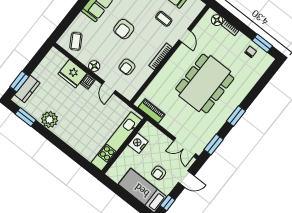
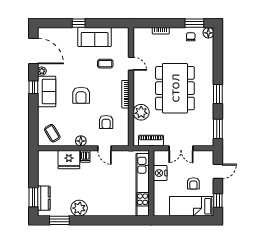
floor lamp: (217, 20) -> (208, 33), moved
plant: (162, 81) -> (141, 112), added
double door: (185, 147) -> (181, 148), moved

